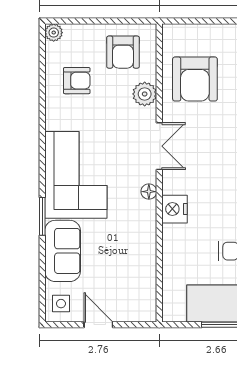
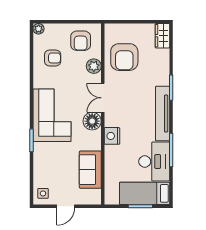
double door: (159, 146) -> (103, 98), swing flipped
floor lamp: (149, 192) -> (92, 121), width x1.89, depth x1.89
sofa: (63, 251) -> (90, 170), moved, turned 180
door: (98, 325) -> (66, 206), swing flipped

